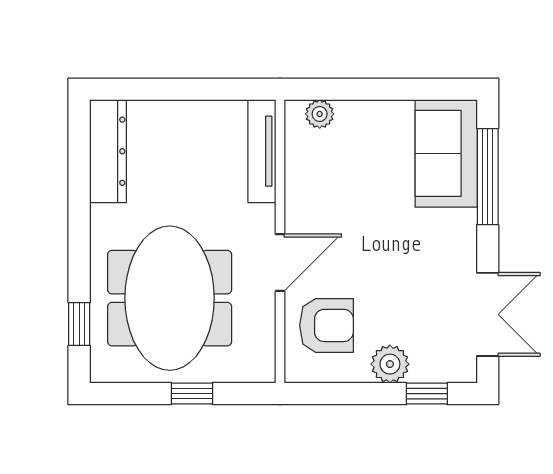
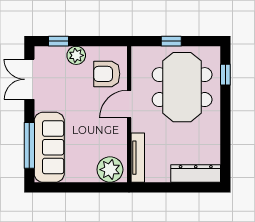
plant: (320, 114) -> (110, 170), width x1.88, depth x1.88
dresser: (108, 151) -> (196, 174), moved, turned 90
sofa: (446, 153) -> (49, 147), width x1.36

